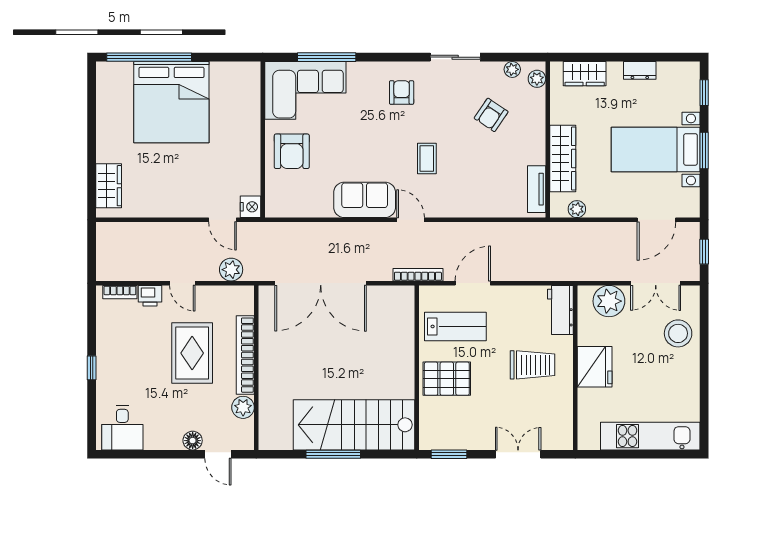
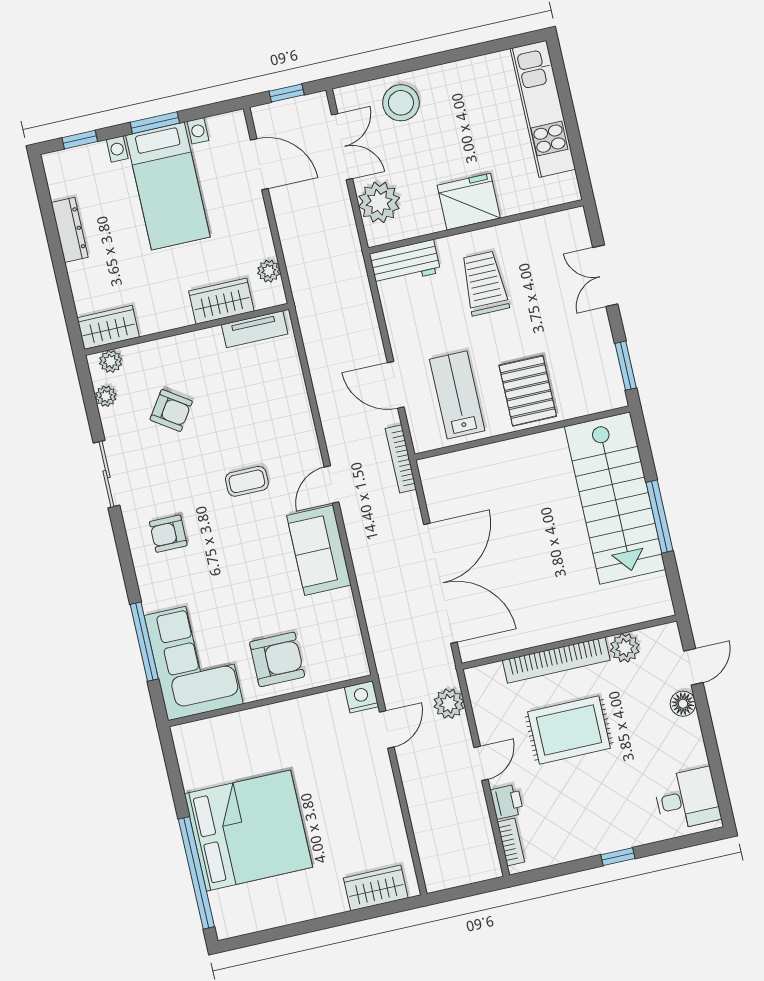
dresser: (640, 70) -> (70, 230), width x1.44
wardrobe: (585, 74) -> (108, 327), moved, turned -90
wardrobe: (563, 158) -> (221, 301), width x0.67

